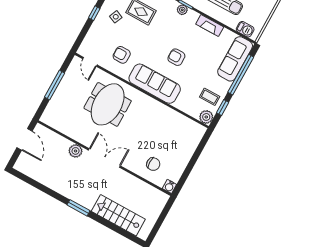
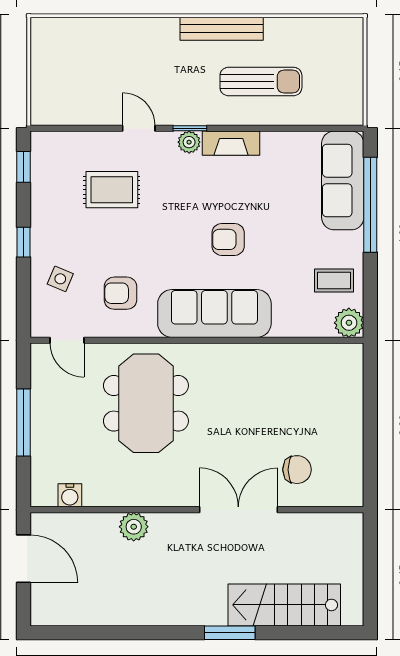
side table: (116, 17) -> (60, 279), moved
fireplace: (210, 25) -> (231, 143), moved
barbecue: (245, 29) -> (331, 113), removed
window: (223, 108) -> (370, 287), removed
double door: (104, 158) -> (238, 510), moved
water cooler: (169, 186) -> (70, 495), moved
window: (78, 208) -> (230, 633), moved

